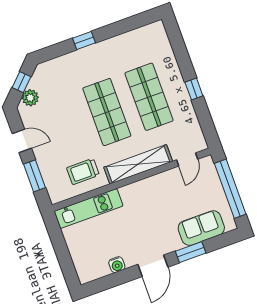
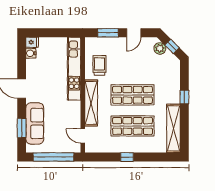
shelving: (132, 40) -> (174, 128), added
kitchen unit: (88, 209) -> (74, 69), width x1.36
sofa: (201, 228) -> (35, 123), width x1.36
window: (191, 252) -> (22, 128), moved
water cooler: (117, 265) -> (31, 53), moved
fridge: (85, 274) -> (32, 42), added

